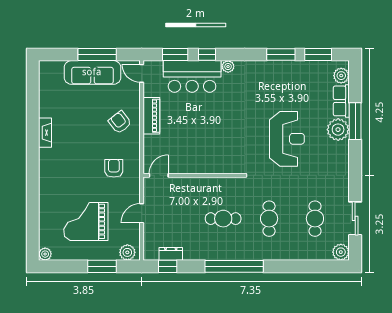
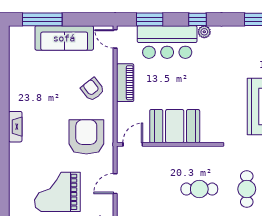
window: (97, 54) -> (42, 19), moved
window: (207, 54) -> (198, 19), moved
fireplace: (45, 133) -> (15, 127), moved
booth: (199, 158) -> (175, 126), added
armchair: (114, 168) -> (86, 137), width x1.88, depth x1.88

